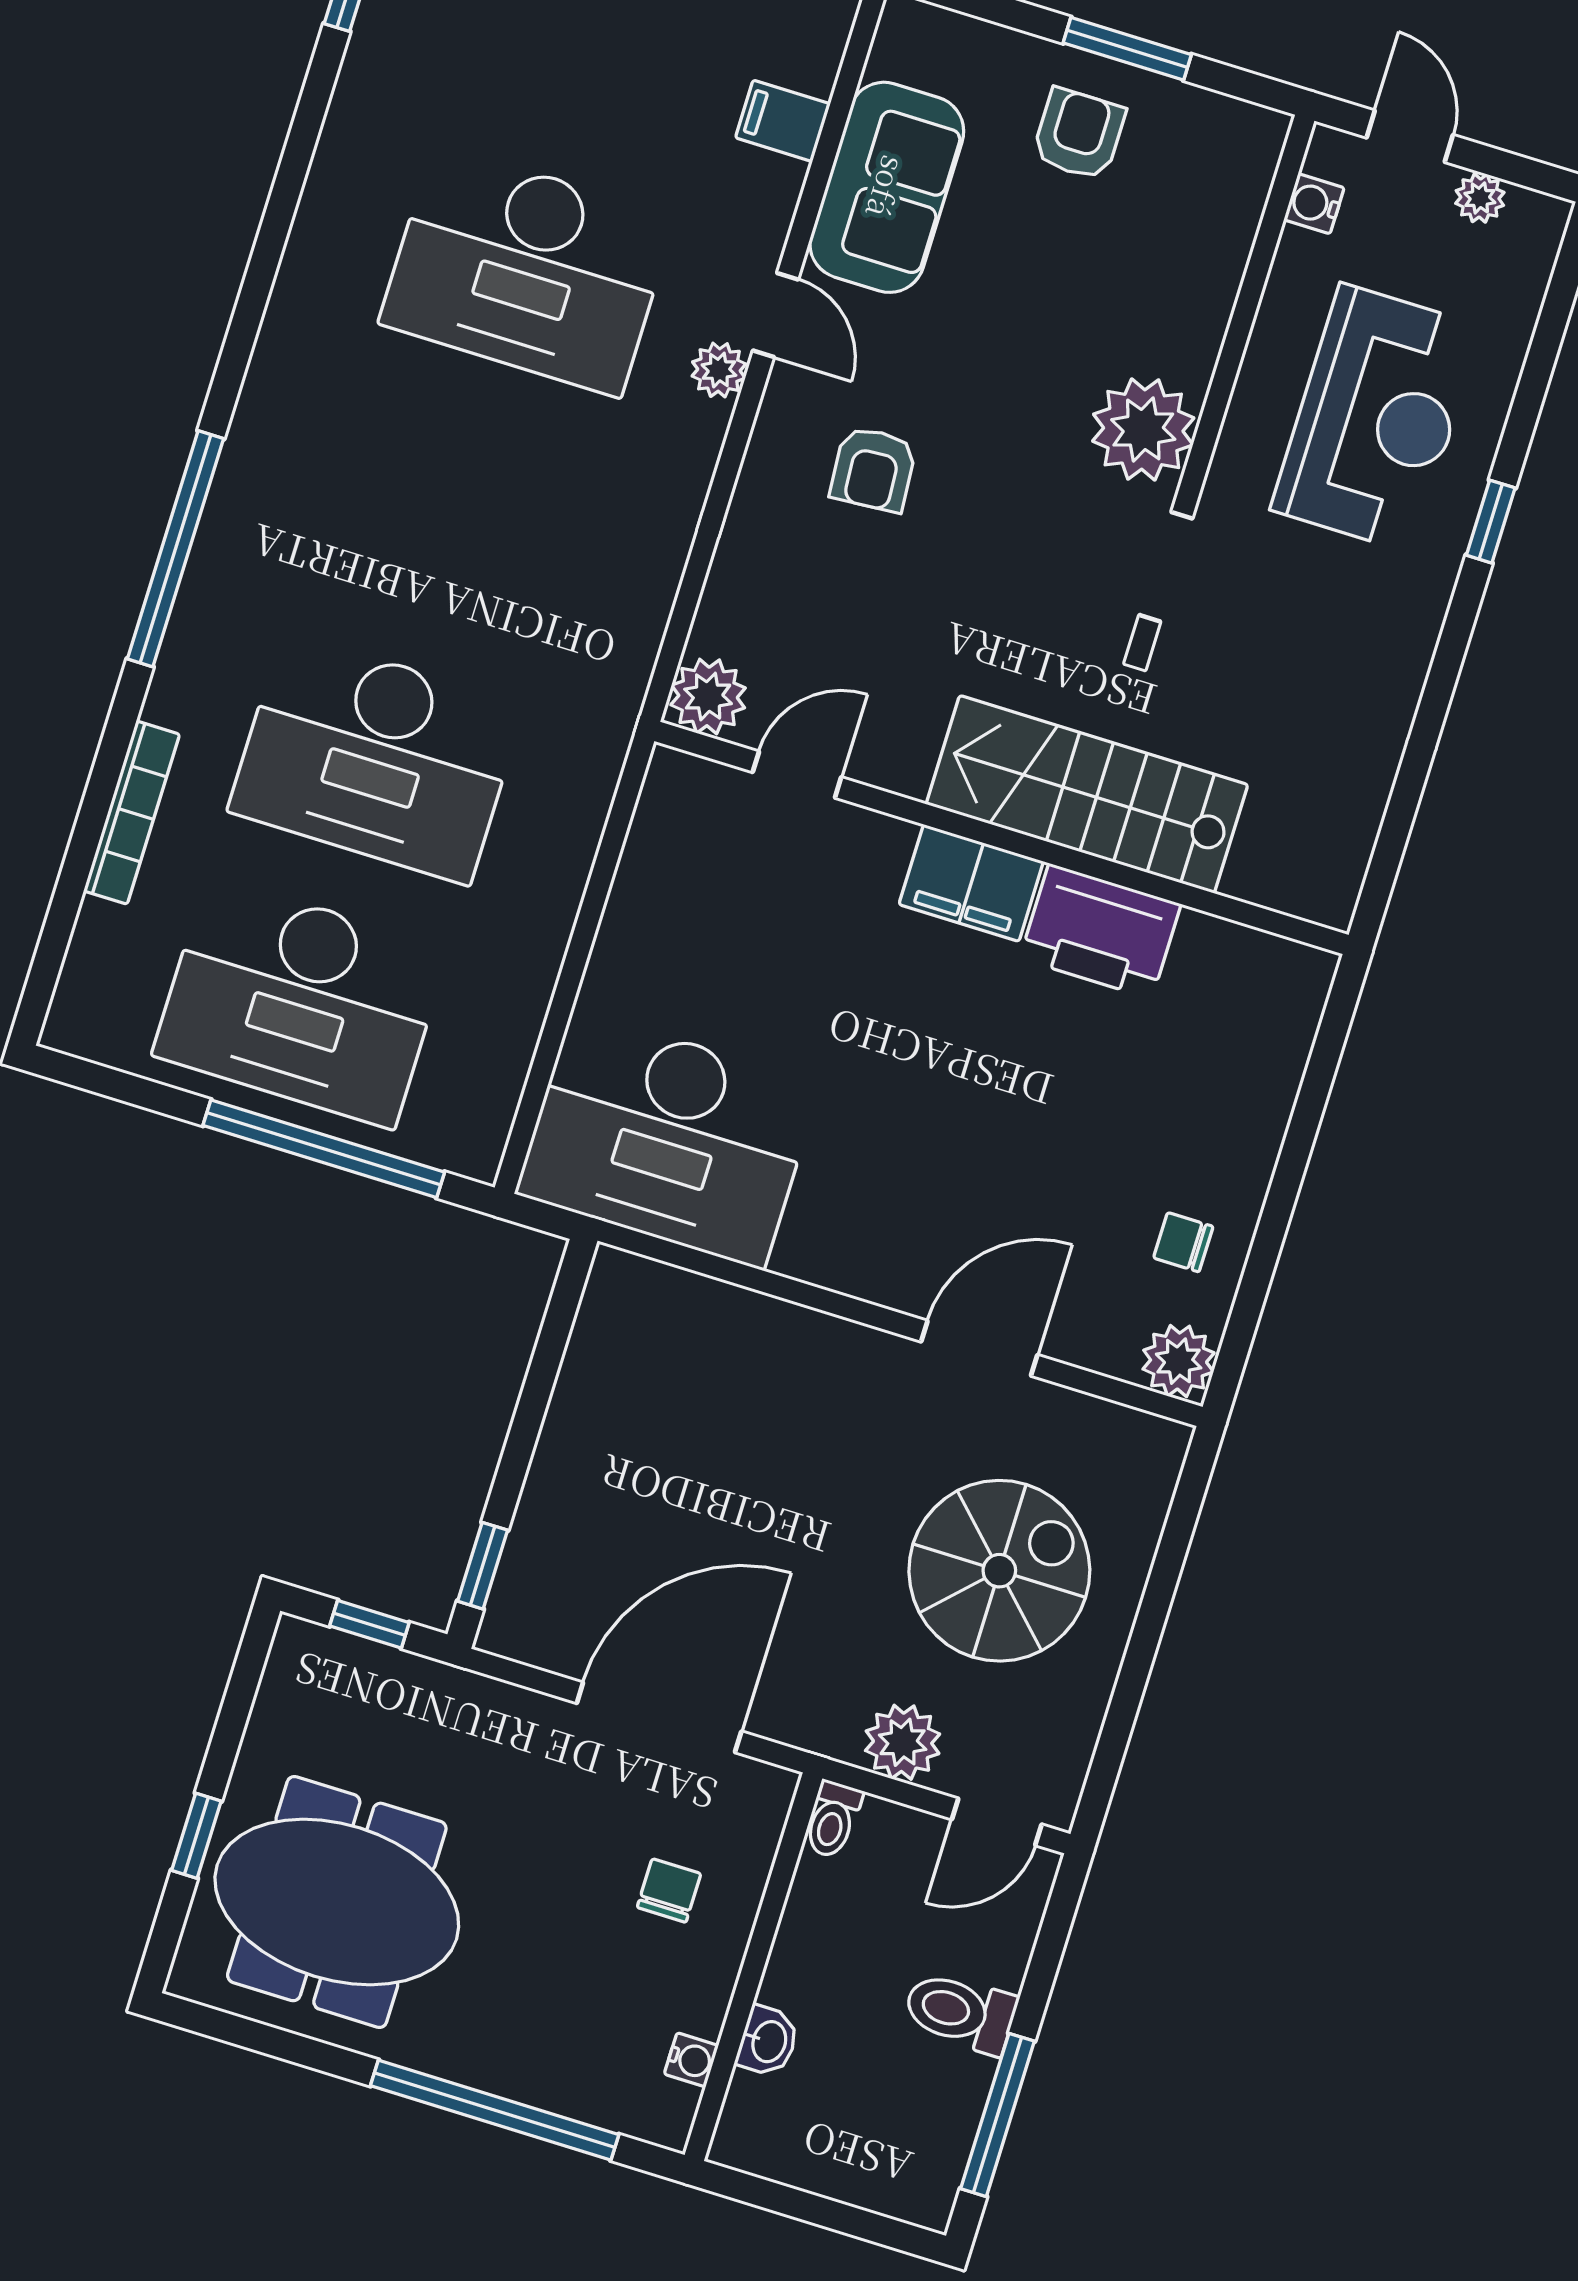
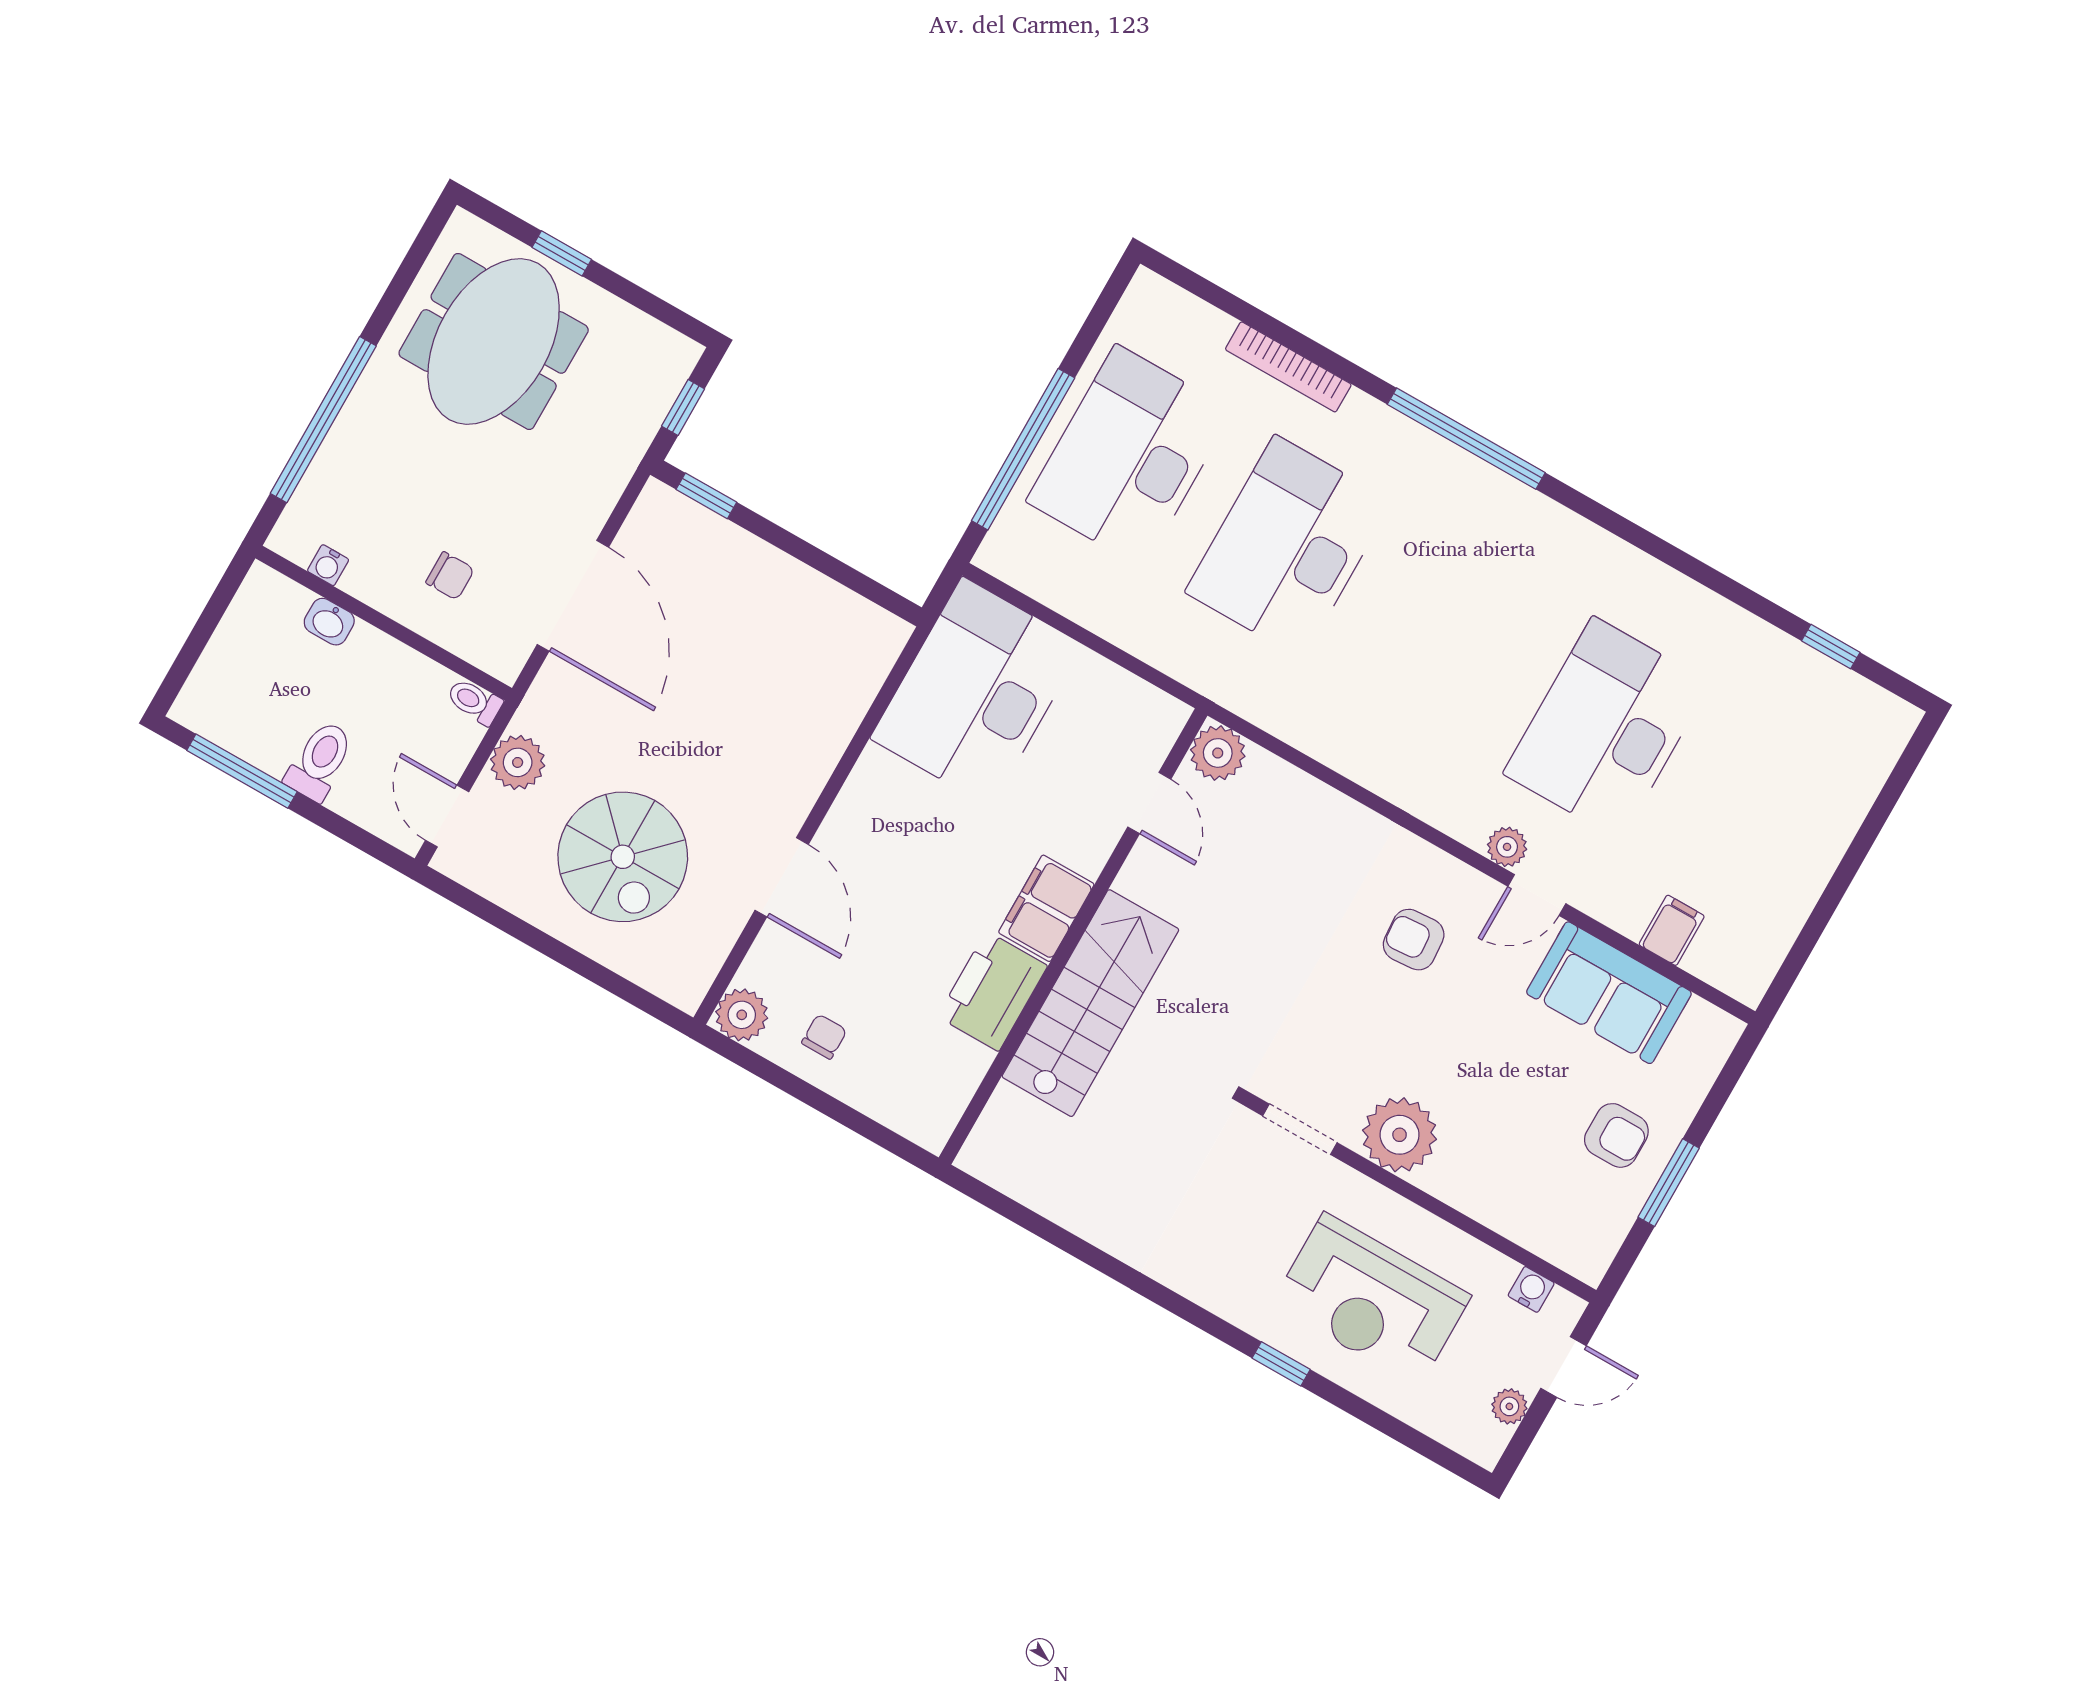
plant: (708, 696) -> (1218, 753), moved
door: (797, 775) -> (1149, 803), moved
stairs: (1087, 794) -> (1090, 1003), moved
wall: (1001, 838) -> (1073, 936), moved
filing cabinet: (971, 883) -> (1046, 908), moved
printer: (1100, 931) -> (993, 991), moved

